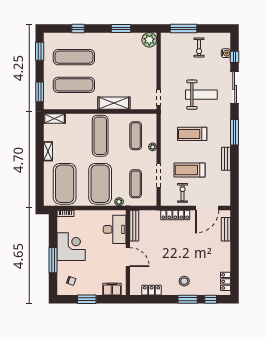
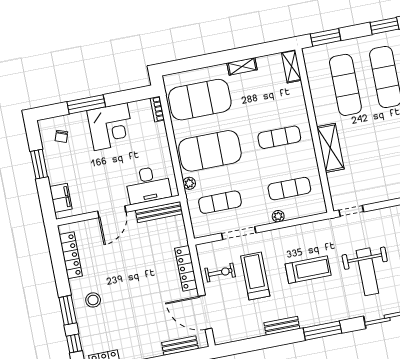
treadmill: (192, 134) -> (308, 270), turned 90
exercise mat: (100, 136) -> (279, 137), width x0.73, depth x0.69
locker: (152, 290) -> (71, 255), width x1.53

